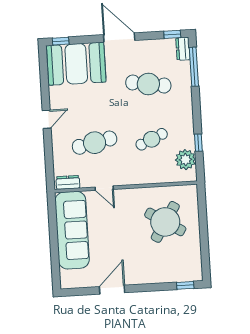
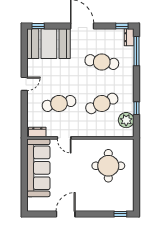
cafe table: (152, 139) -> (102, 103), width x1.37, depth x1.35
round table: (165, 222) -> (108, 166), turned -32

